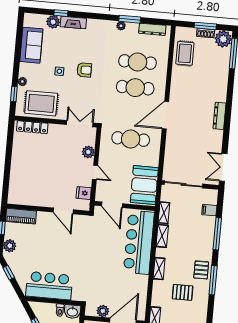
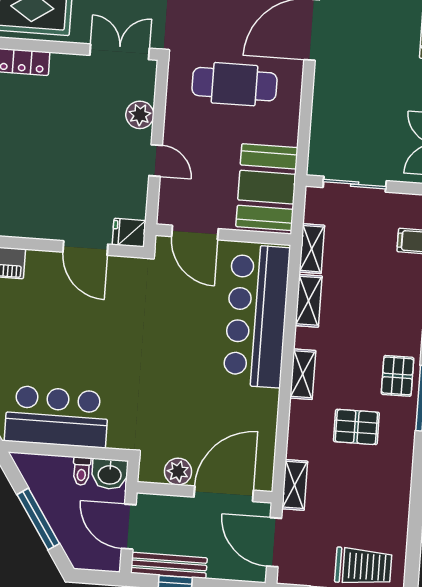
sliding door: (183, 184) -> (355, 184), width x0.73
fridge: (84, 193) -> (129, 233), moved

